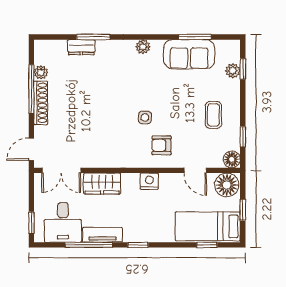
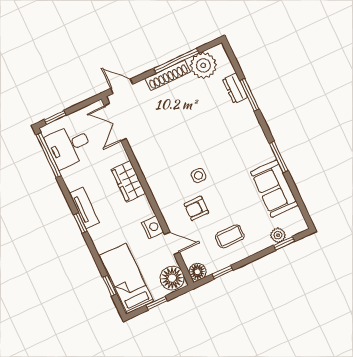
window: (195, 37) -> (279, 157), moved
plant: (143, 47) -> (262, 144), removed
plant: (41, 72) -> (203, 65), width x1.87, depth x1.87
armchair: (162, 145) -> (196, 208), moved, turned -90
door: (195, 170) -> (172, 243), swing flipped
nightstand: (149, 181) -> (152, 227), moved
wardrobe: (102, 184) -> (128, 182), moved
tv unit: (103, 235) -> (84, 208), moved
window: (89, 245) -> (49, 155), moved

